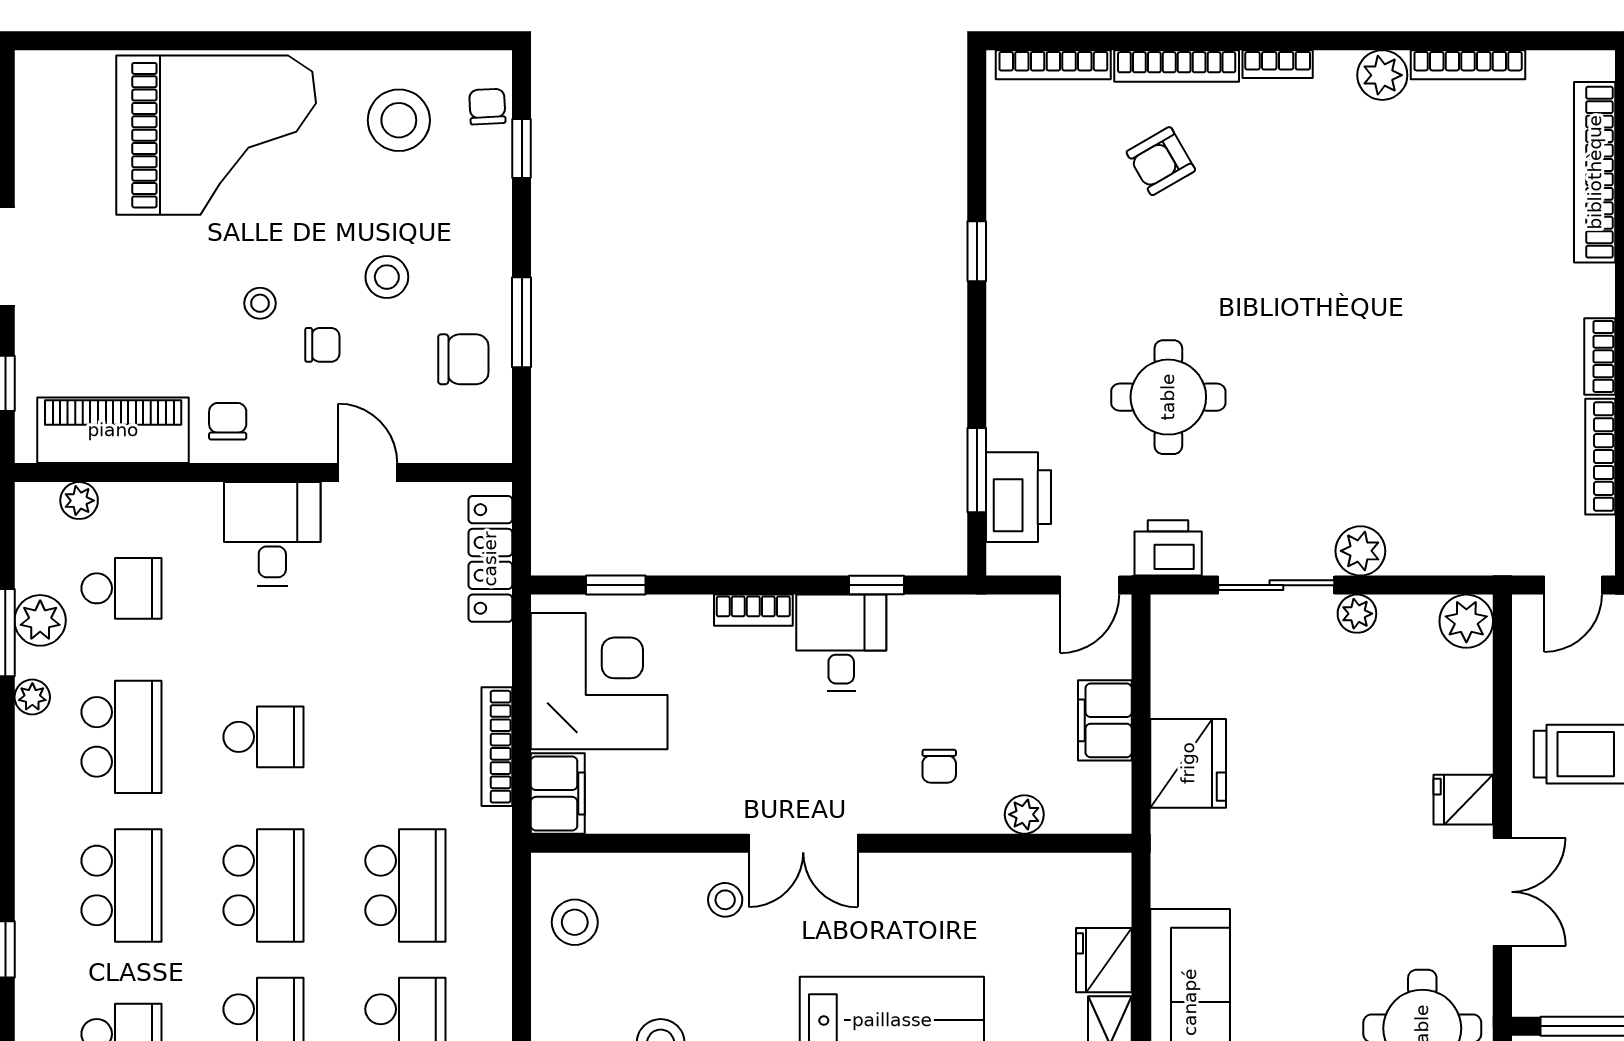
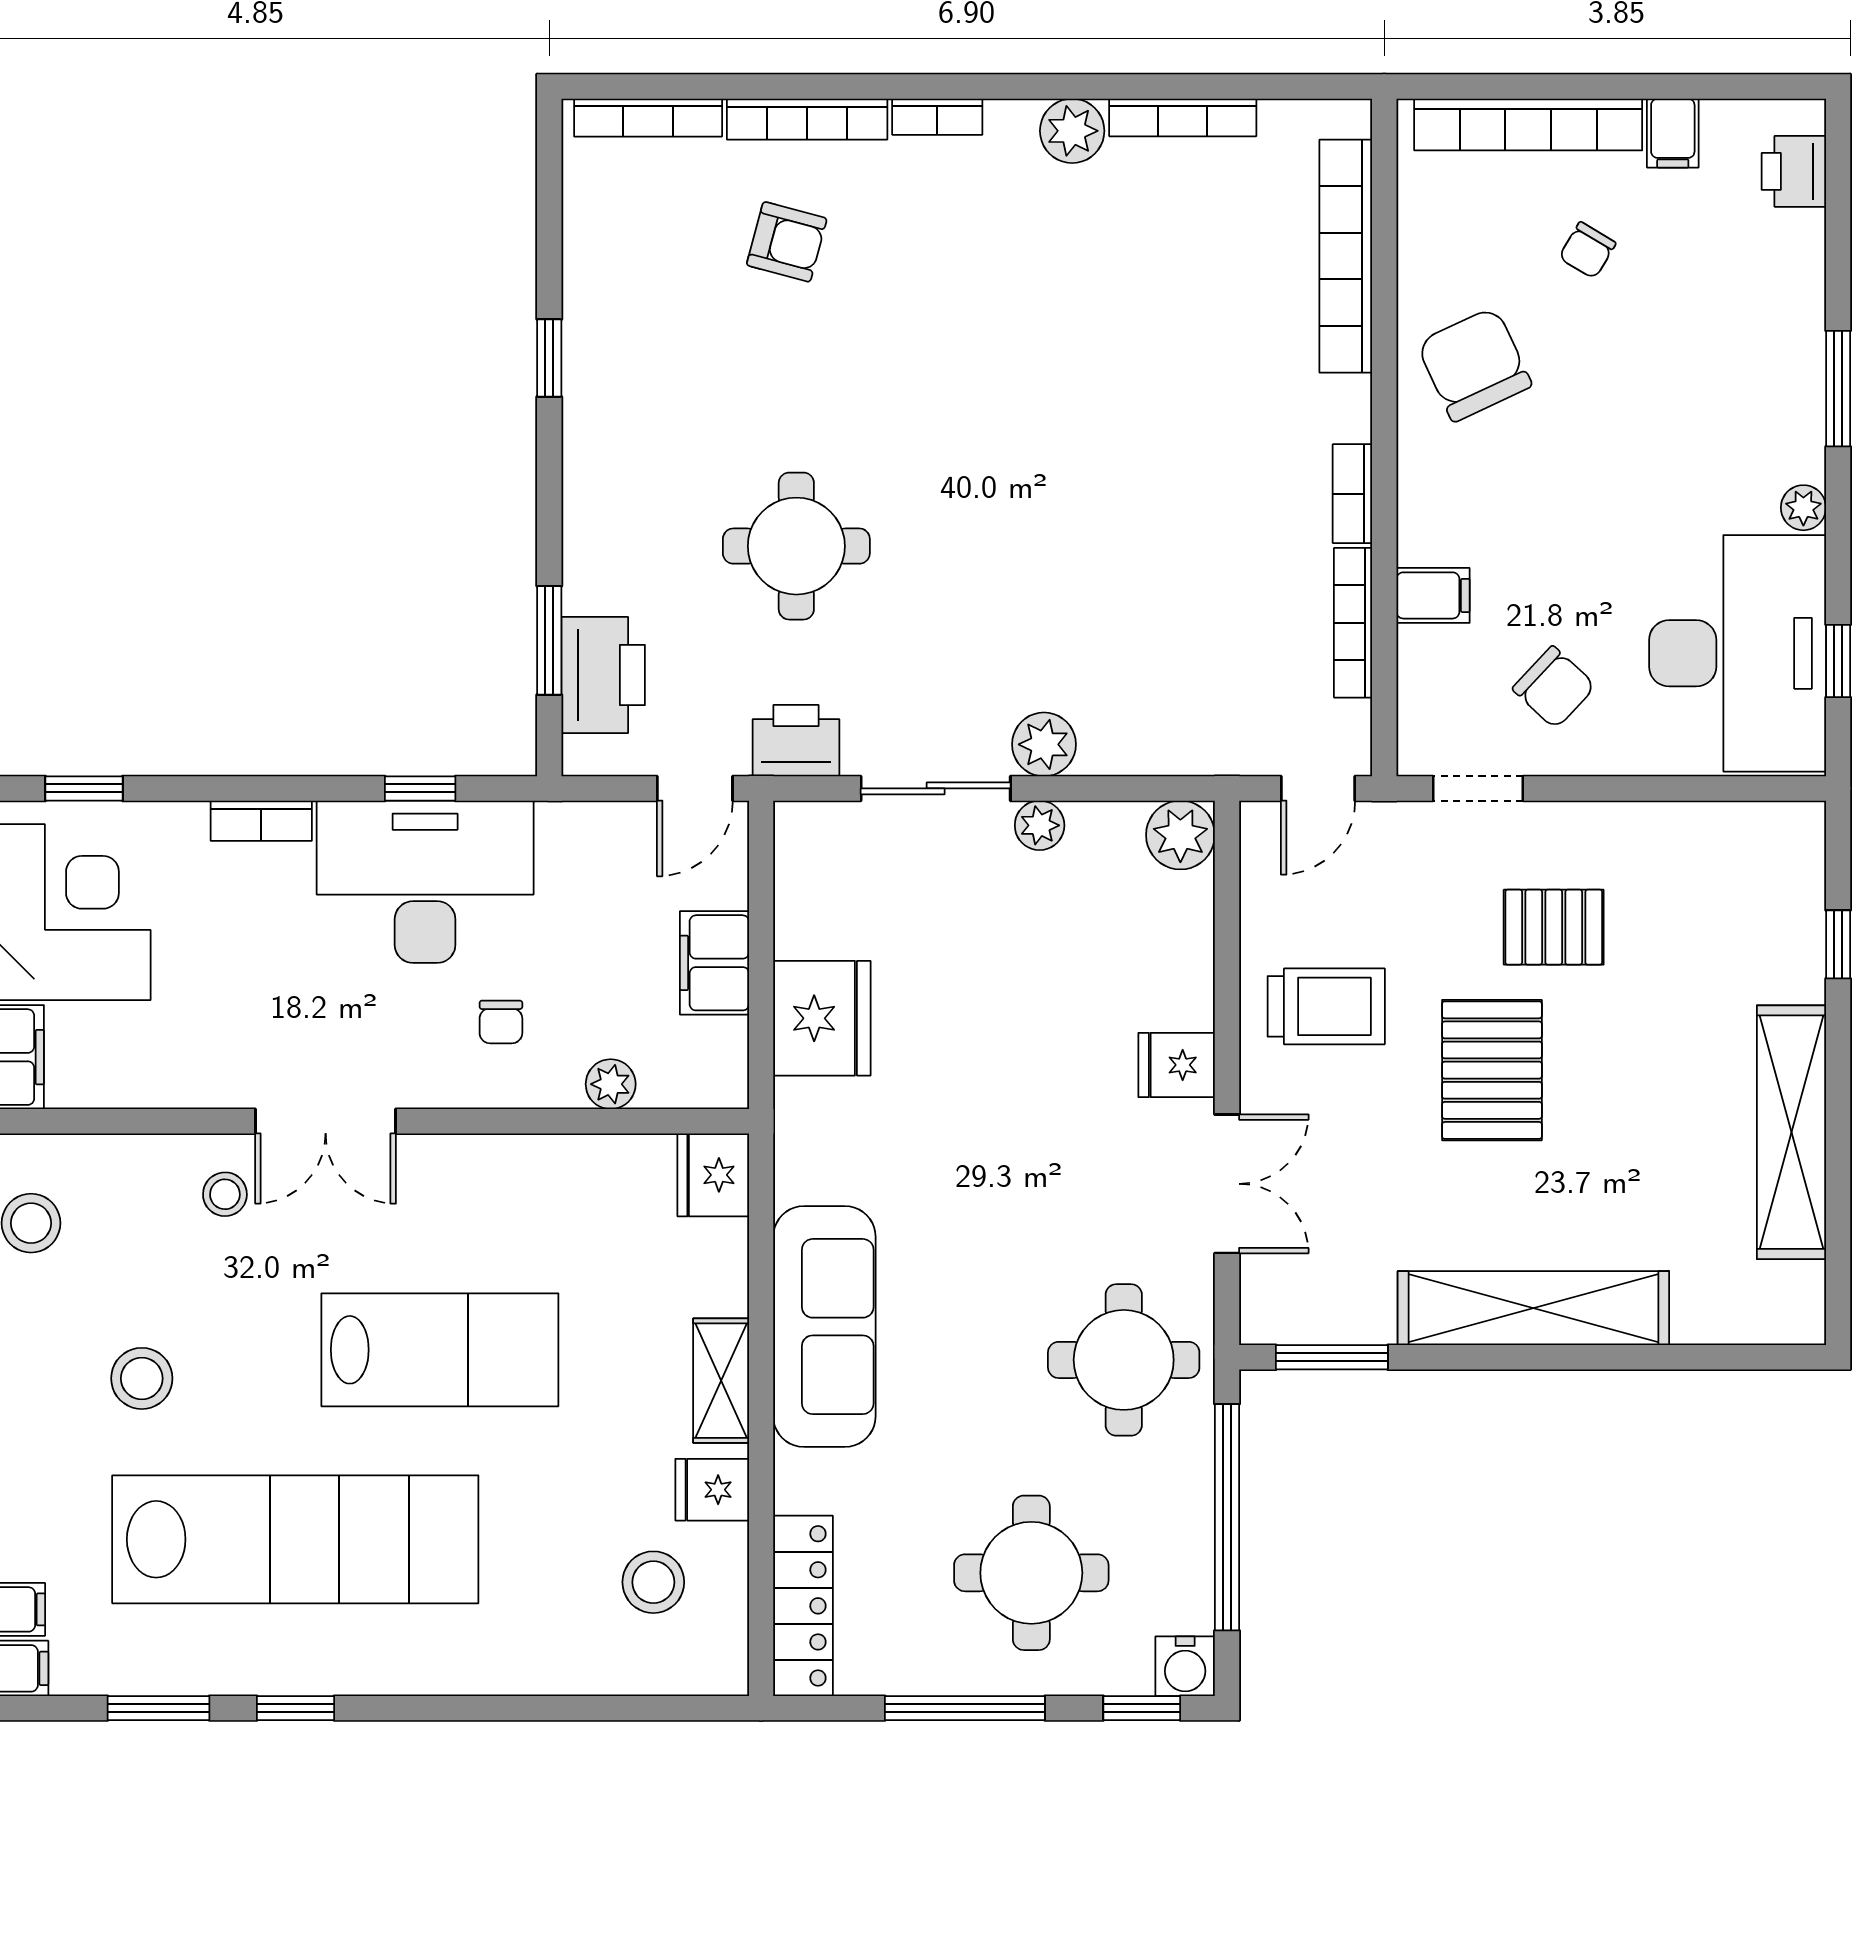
armchair: (1161, 161) -> (787, 242), turned -135
desk: (841, 643) -> (425, 882), width x1.87, depth x1.30
fridge: (1104, 960) -> (713, 1175), moved

